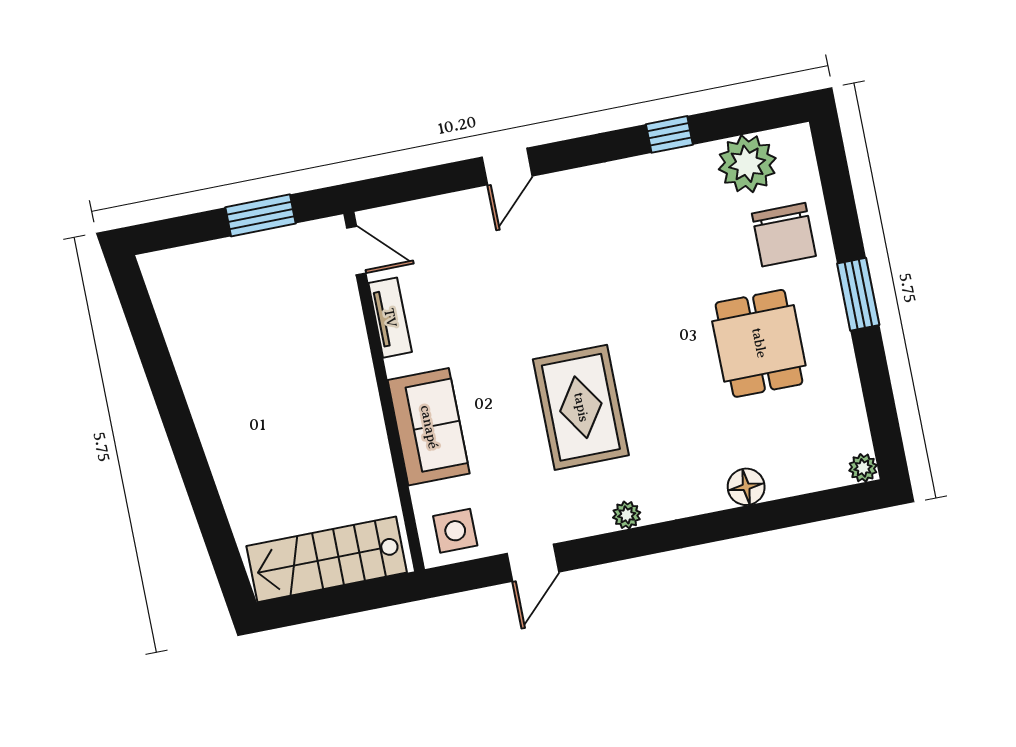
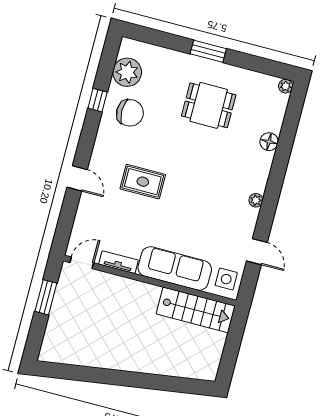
chair: (784, 235) -> (130, 113), moved
rug: (581, 407) -> (143, 182), moved, width x0.73, depth x0.70
sofa: (429, 427) -> (175, 269), width x1.36
stairs: (327, 559) -> (196, 310), moved, turned -90

